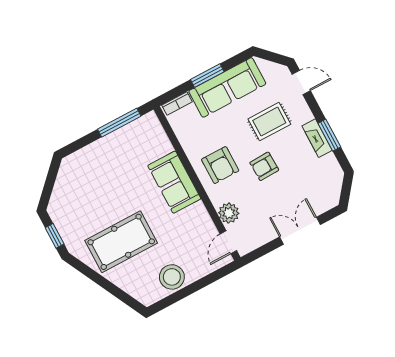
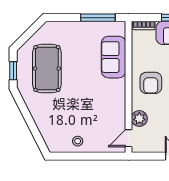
sofa: (174, 182) -> (114, 57), moved
pool table: (121, 242) -> (47, 68), moved, turned 90
stool: (172, 277) -> (78, 141), width x0.53, depth x0.53

